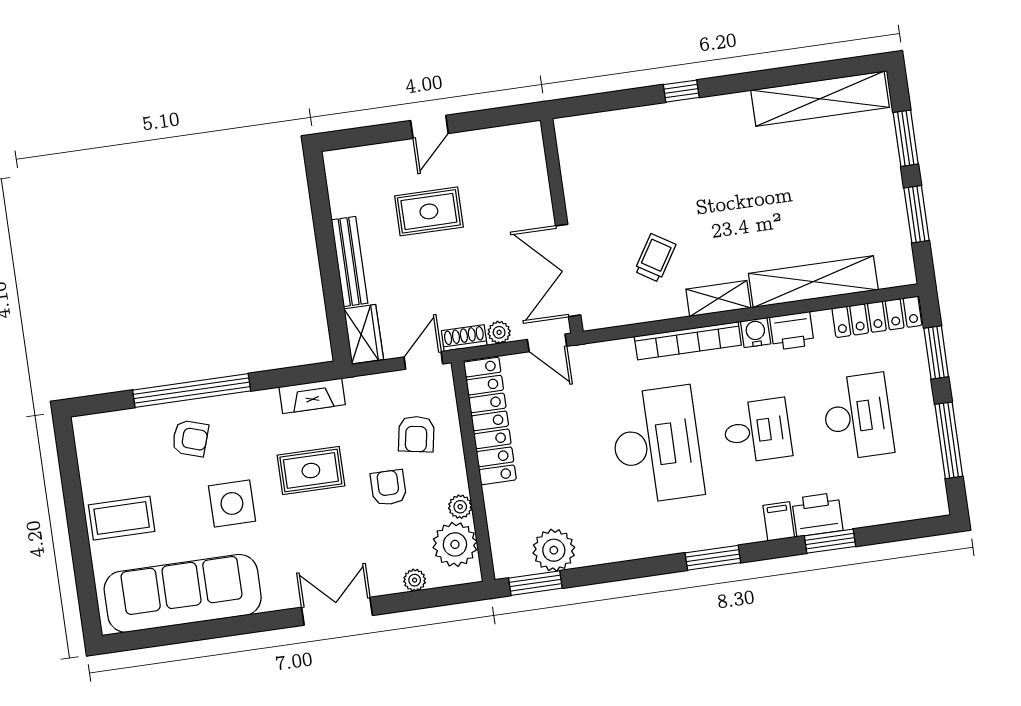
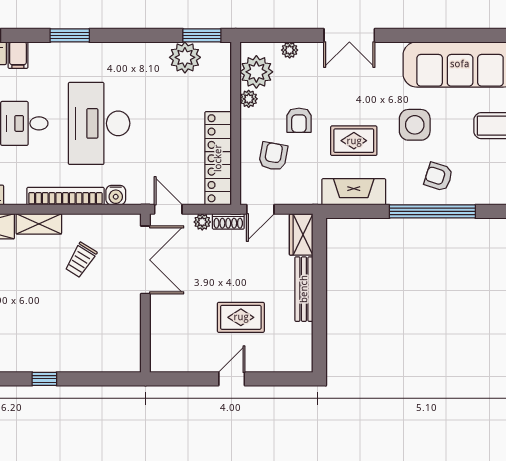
water cooler: (756, 333) -> (116, 195), moved
fireplace: (312, 396) -> (354, 192), width x1.37, depth x1.32

